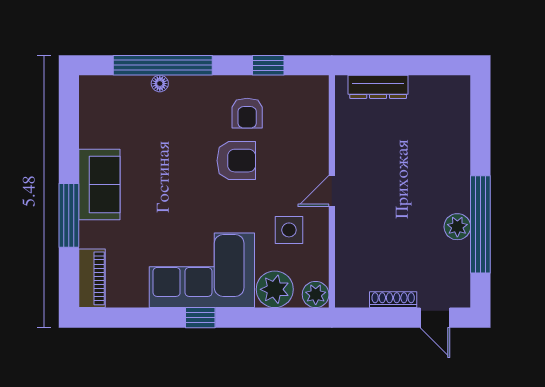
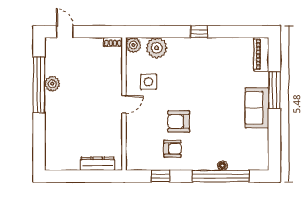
armchair: (247, 113) -> (172, 149), turned 90
corner sofa: (202, 270) -> (198, 59), removed
shoe rack: (393, 300) -> (113, 42), moved, width x0.70

